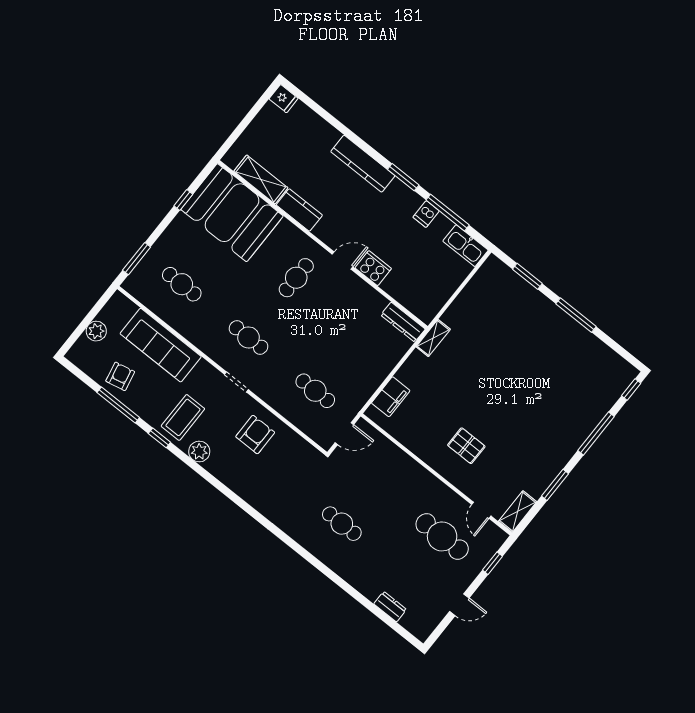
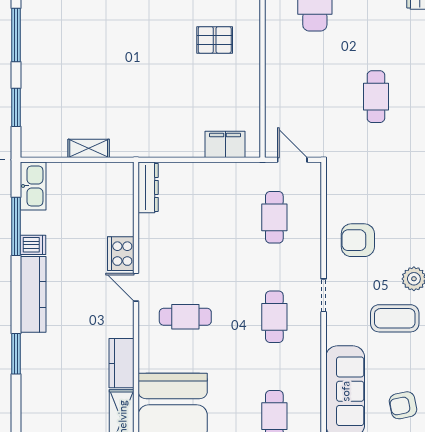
kitchen counter: (363, 164) -> (33, 294), moved
window: (403, 177) -> (16, 354), moved
shelving: (433, 338) -> (89, 148), moved
pallet: (466, 446) -> (215, 40), turned 90

